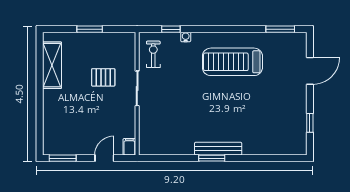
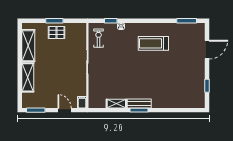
treadmill: (232, 62) -> (153, 43), width x0.73, depth x0.73
pallet: (103, 77) -> (56, 32), moved
shelving: (51, 111) -> (28, 77), added
shelving: (179, 149) -> (116, 104), added
bench: (218, 149) -> (139, 104), width x0.73
door: (104, 158) -> (65, 110), hinge flipped

